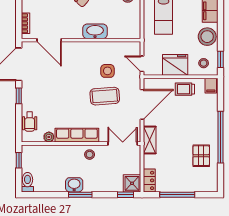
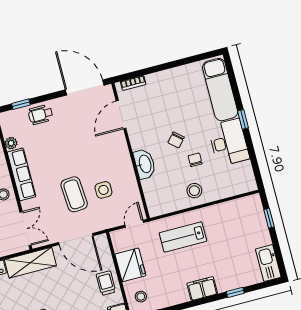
stool: (207, 37) -> (172, 293), removed
door: (142, 64) -> (134, 224), moved
window: (19, 96) -> (21, 104), moved
wheelchair: (30, 122) -> (41, 115), moved
shelving: (150, 140) -> (30, 263), width x1.50, depth x1.33

